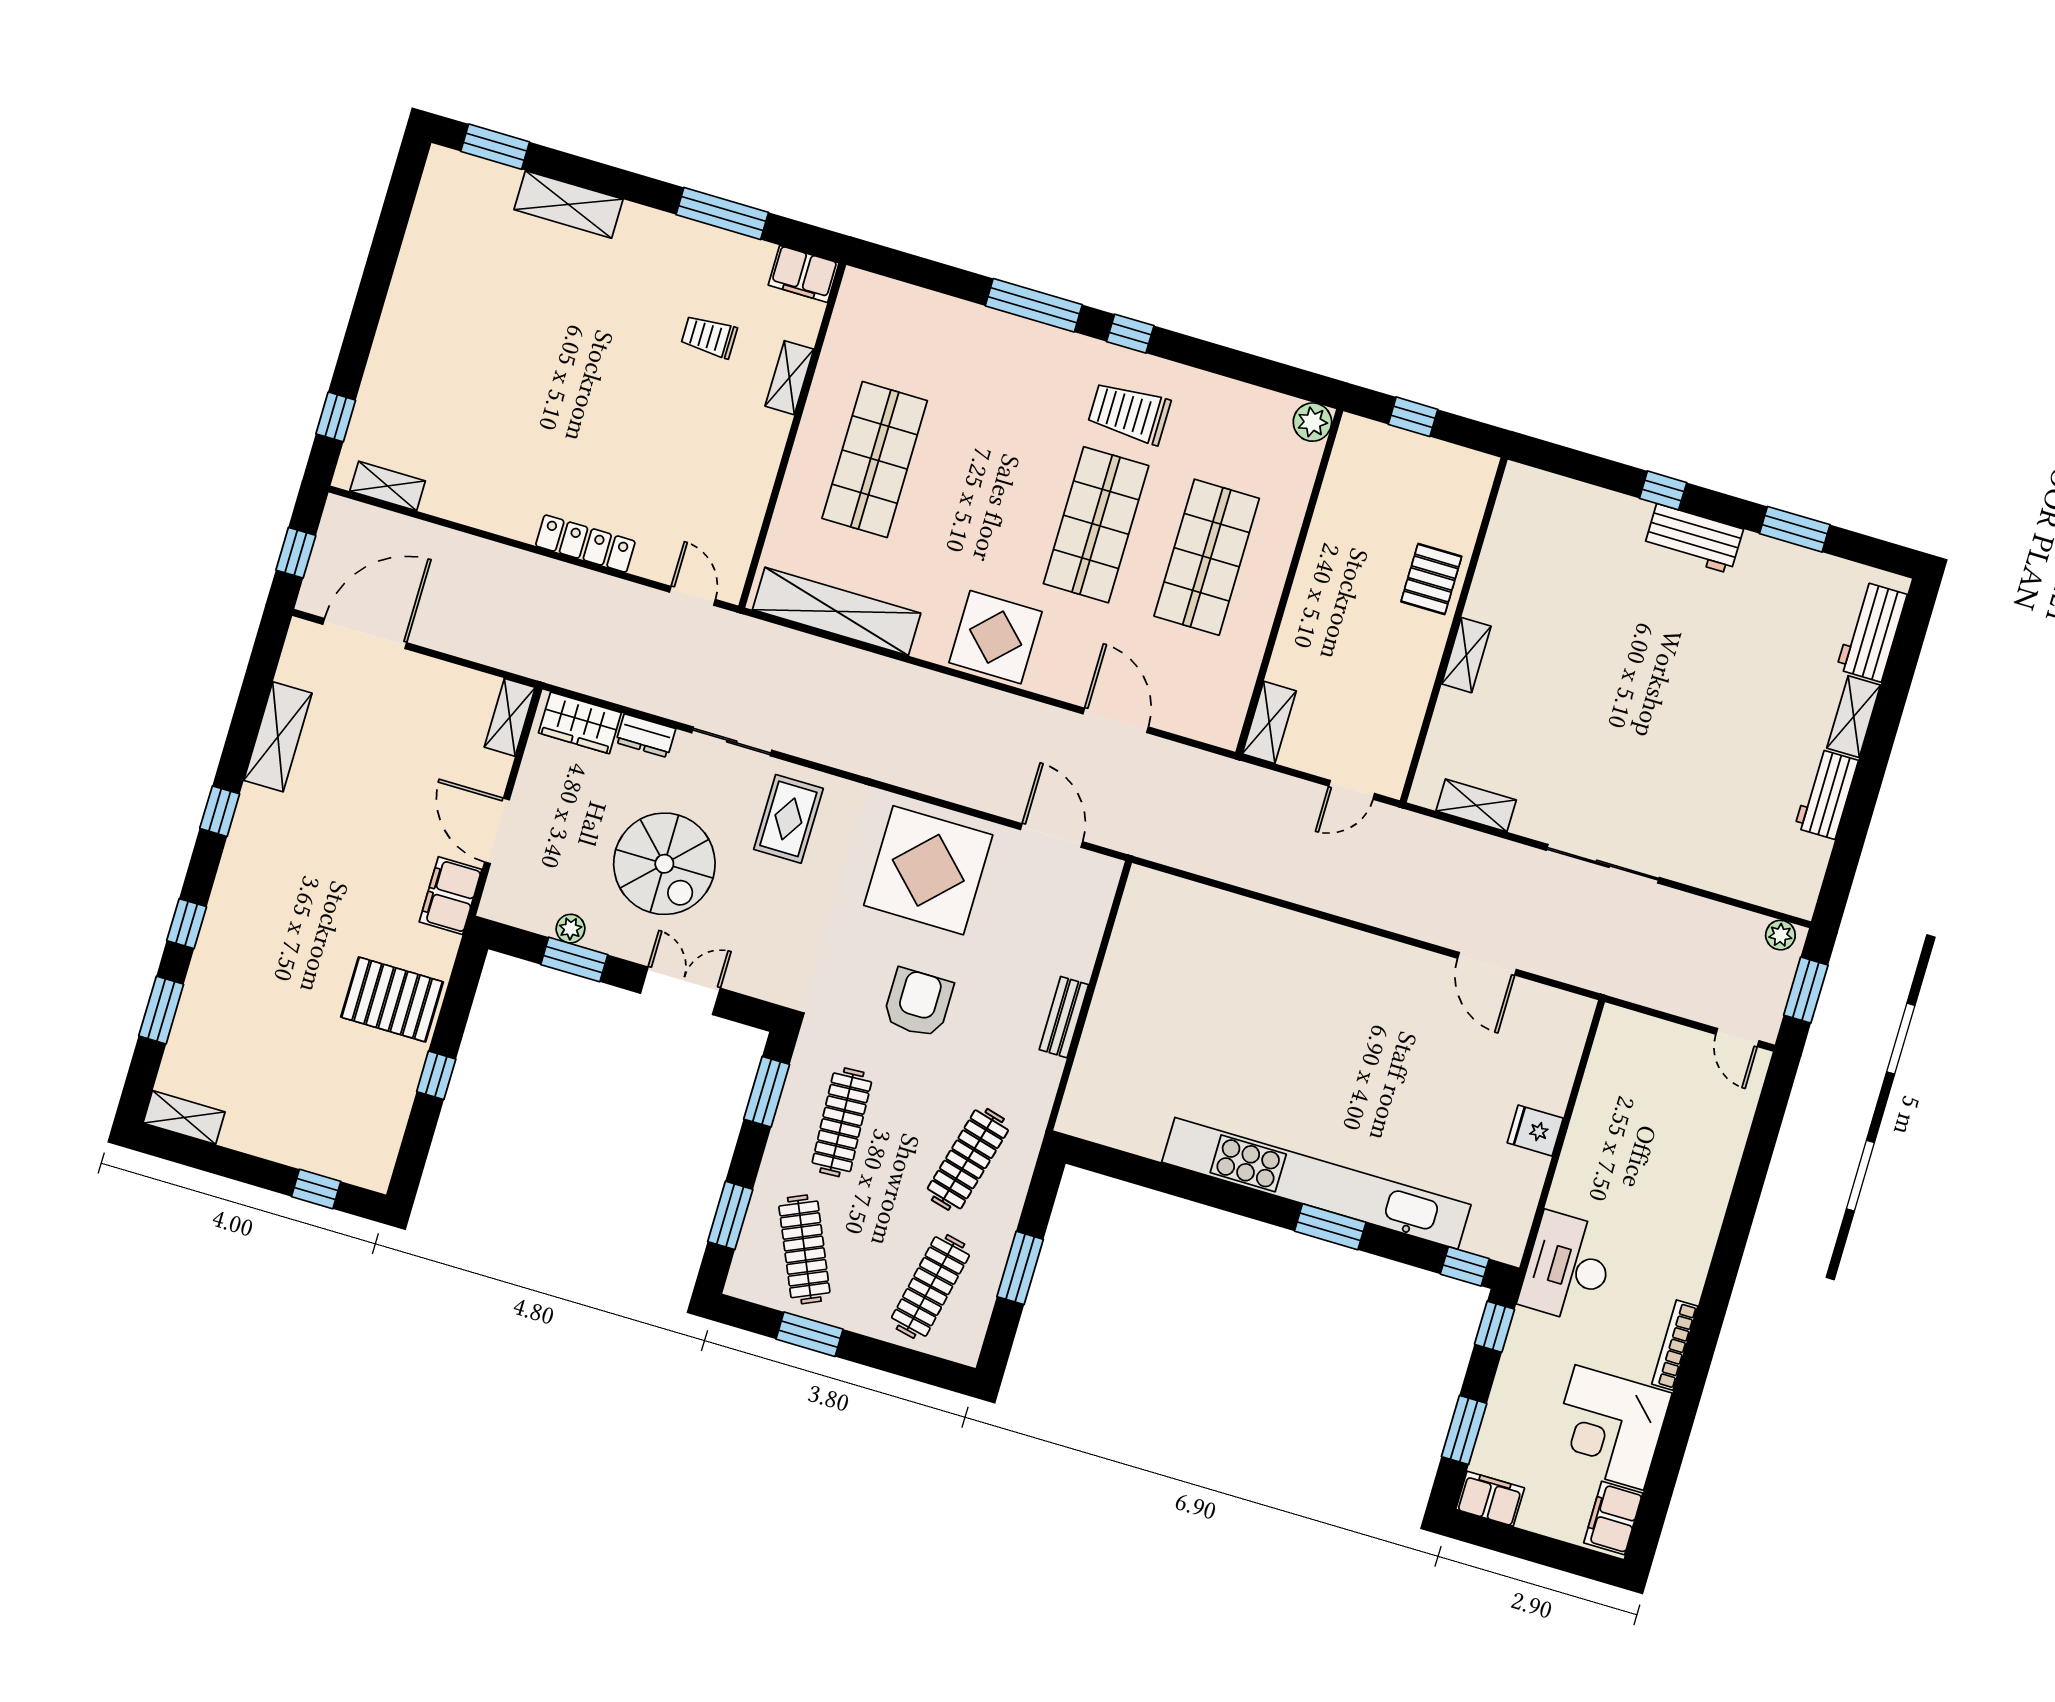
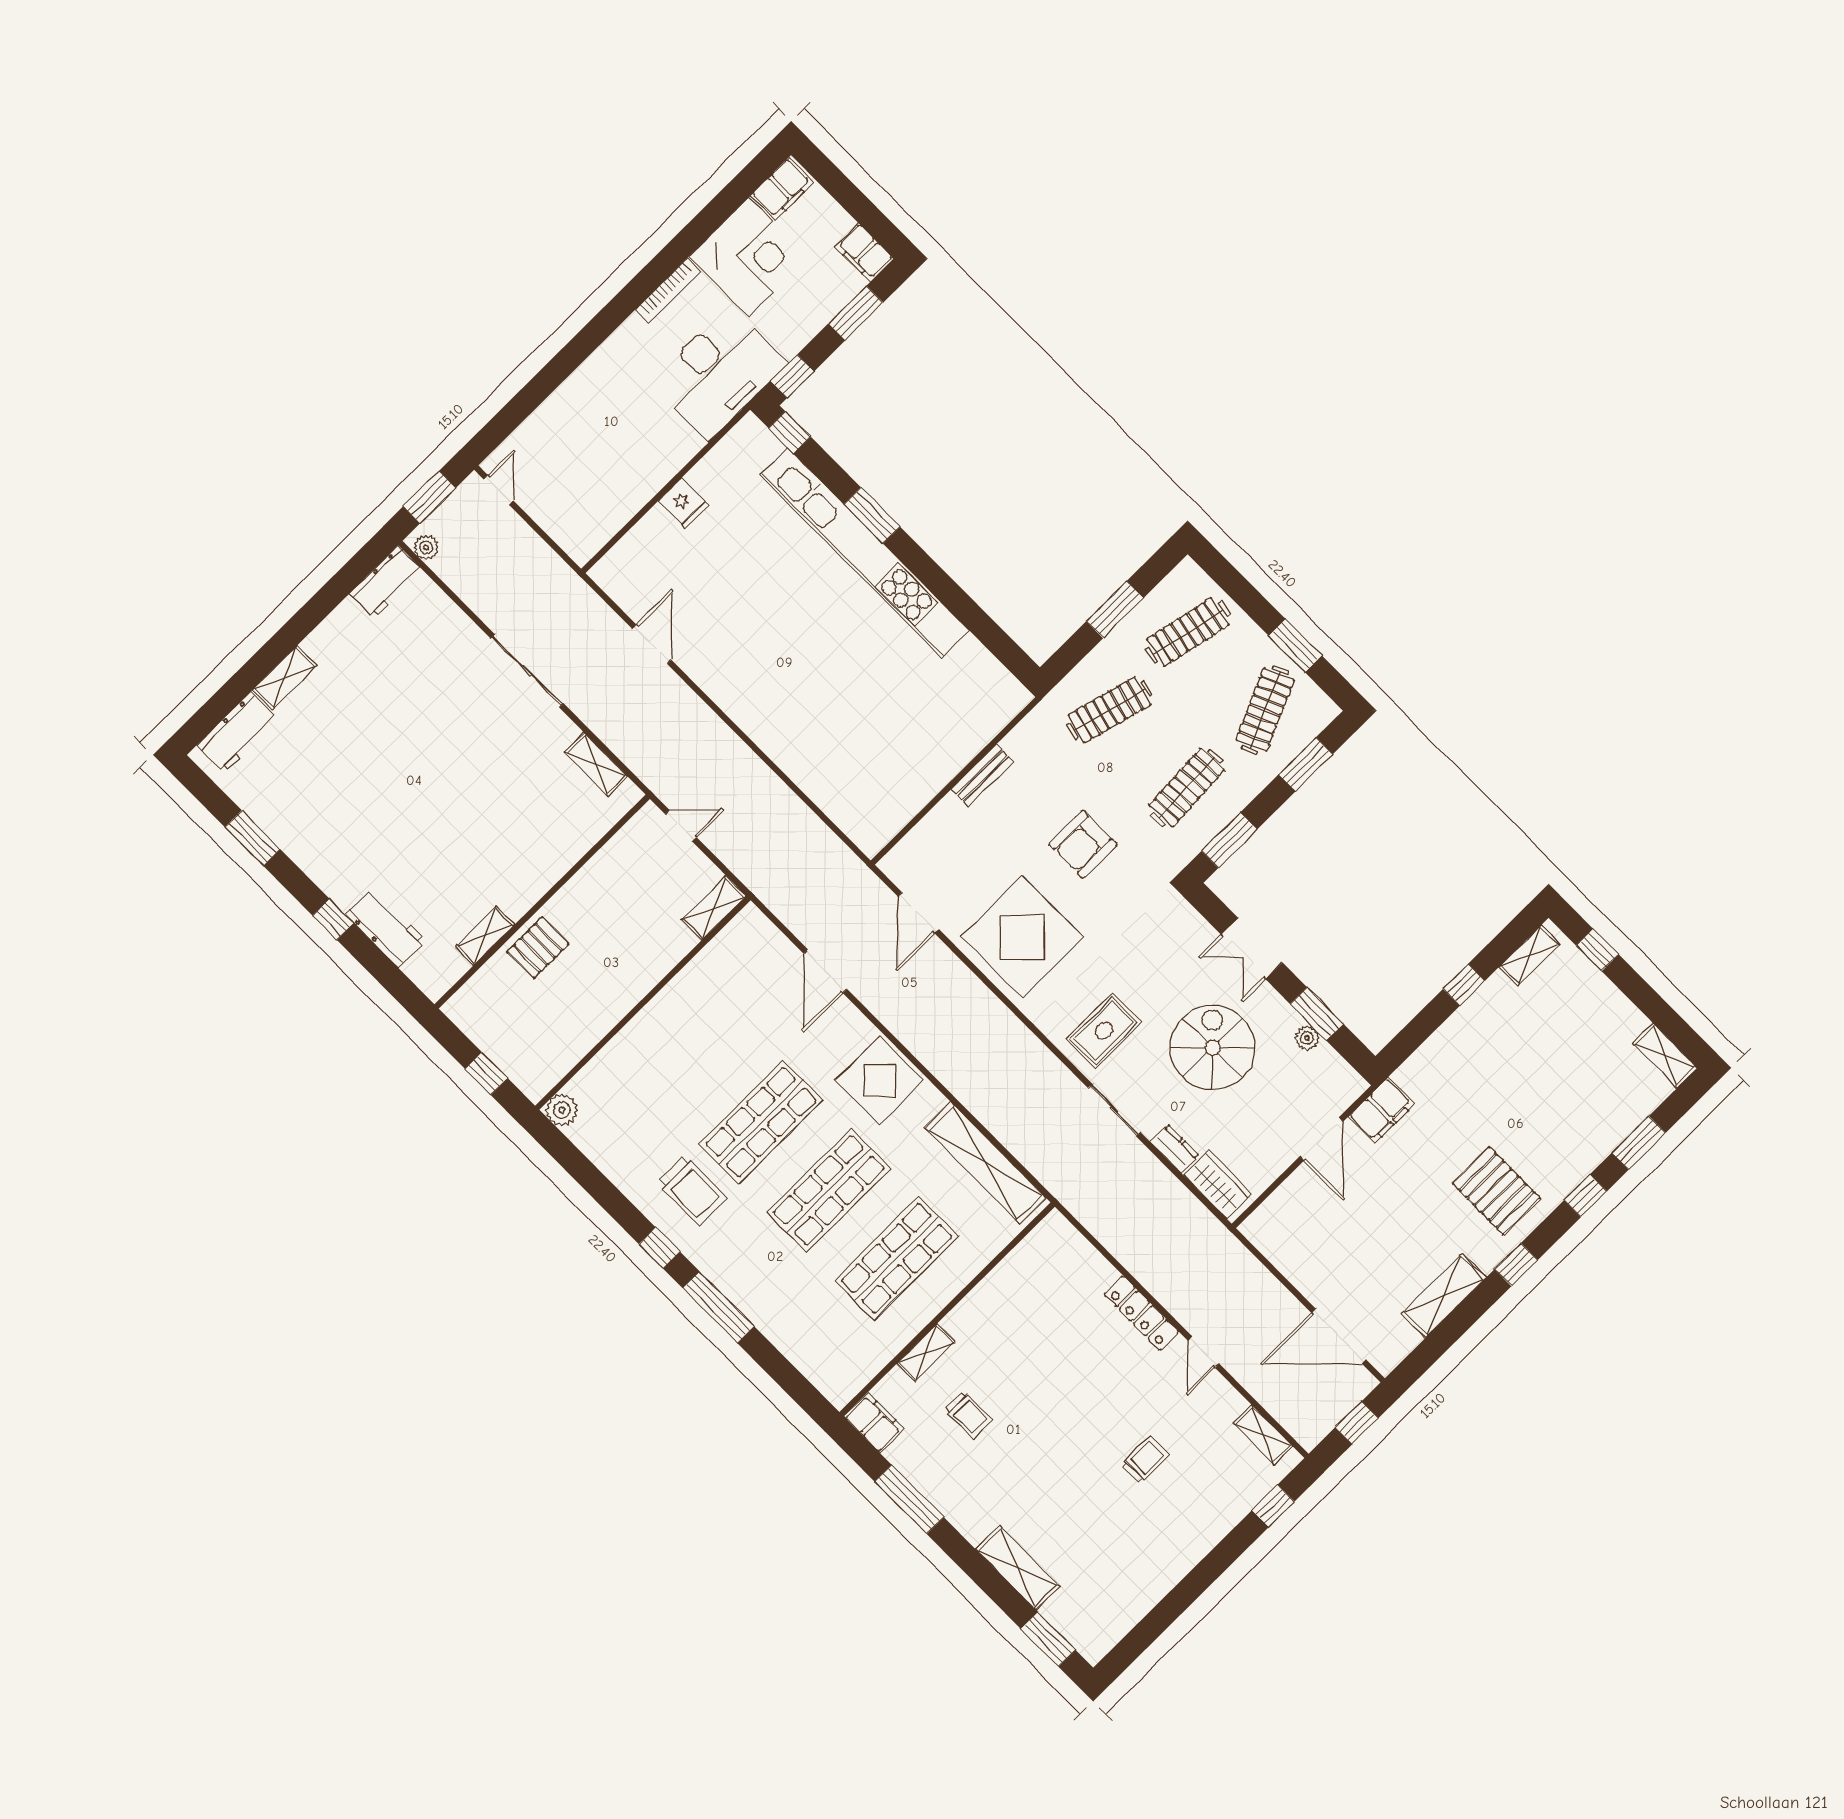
trolley: (497, 392) -> (1145, 1460), added
workbench: (1694, 539) -> (386, 927), moved
shop shelf: (1207, 557) -> (829, 1190), moved
door: (692, 596) -> (1204, 1352), moved
shelving: (1466, 655) -> (485, 936), moved
shelving: (510, 717) -> (1530, 955), moved
workbench: (1826, 794) -> (386, 582), moved
pallet: (392, 999) -> (1496, 1191), moved
desk: (1568, 1267) -> (719, 373), width x1.36, depth x1.30

